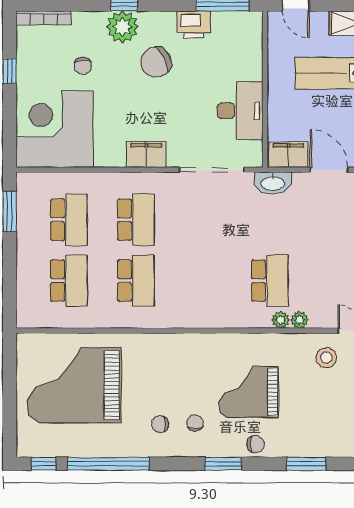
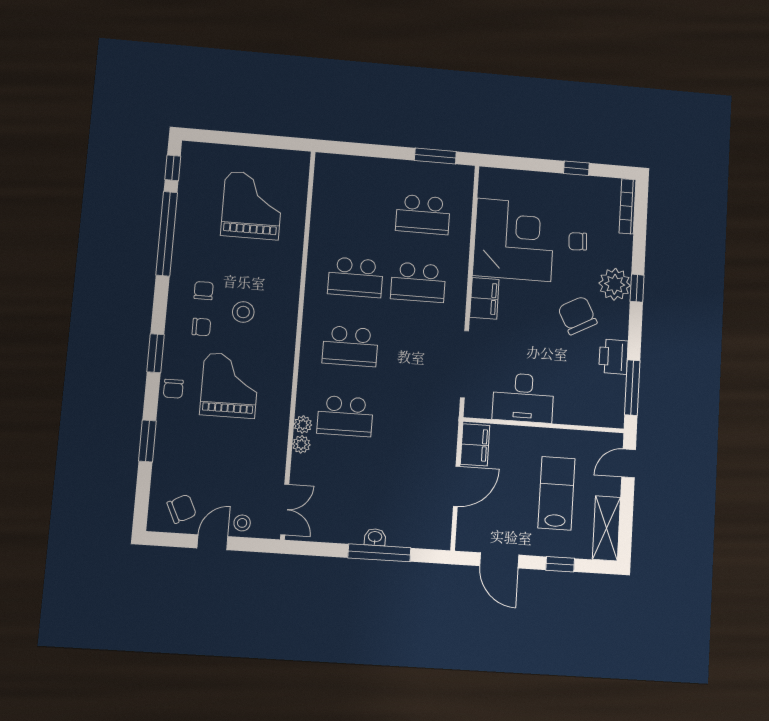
corner desk: (55, 129) -> (514, 240), moved
washbasin: (273, 183) -> (447, 426), removed
school desk: (69, 281) -> (350, 346), moved
stool: (326, 358) -> (243, 312), moved
grand piano: (74, 385) -> (252, 205), width x0.73, depth x0.68

